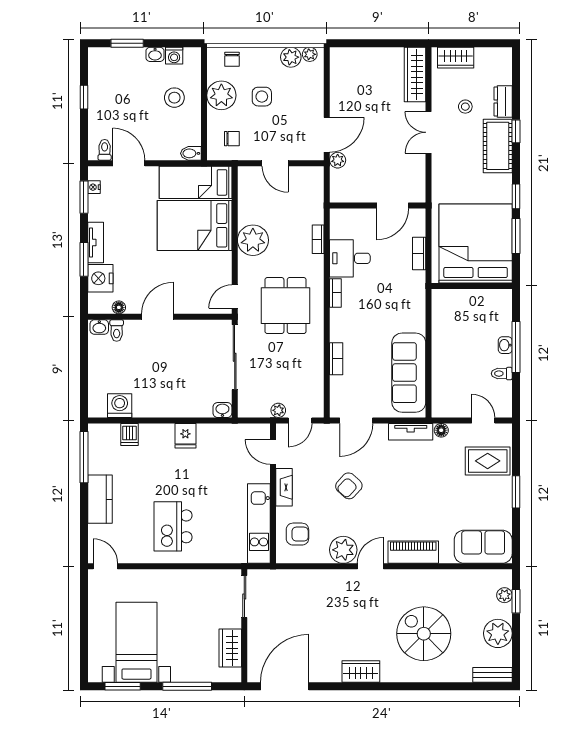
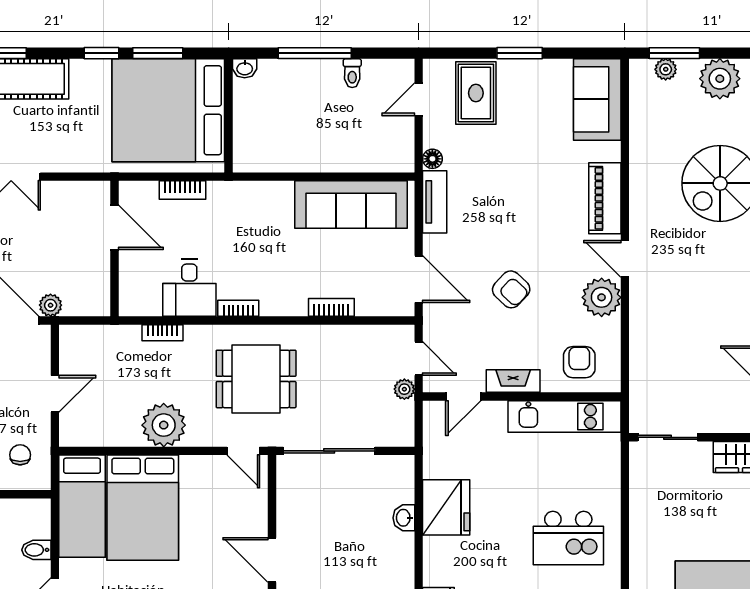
bidet: (191, 153) -> (36, 550), moved, turned 90
washbasin: (505, 345) -> (245, 68), moved
washbasin: (222, 410) -> (404, 518), moved
fridge: (185, 436) -> (446, 507), width x1.88, depth x1.34
window: (516, 601) -> (674, 53), width x1.50

